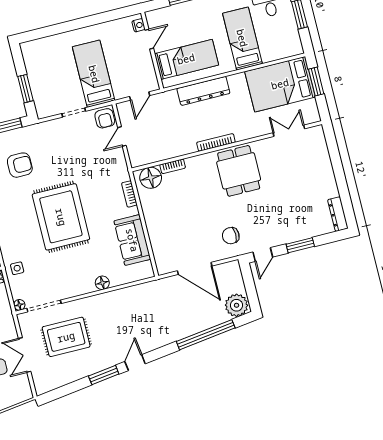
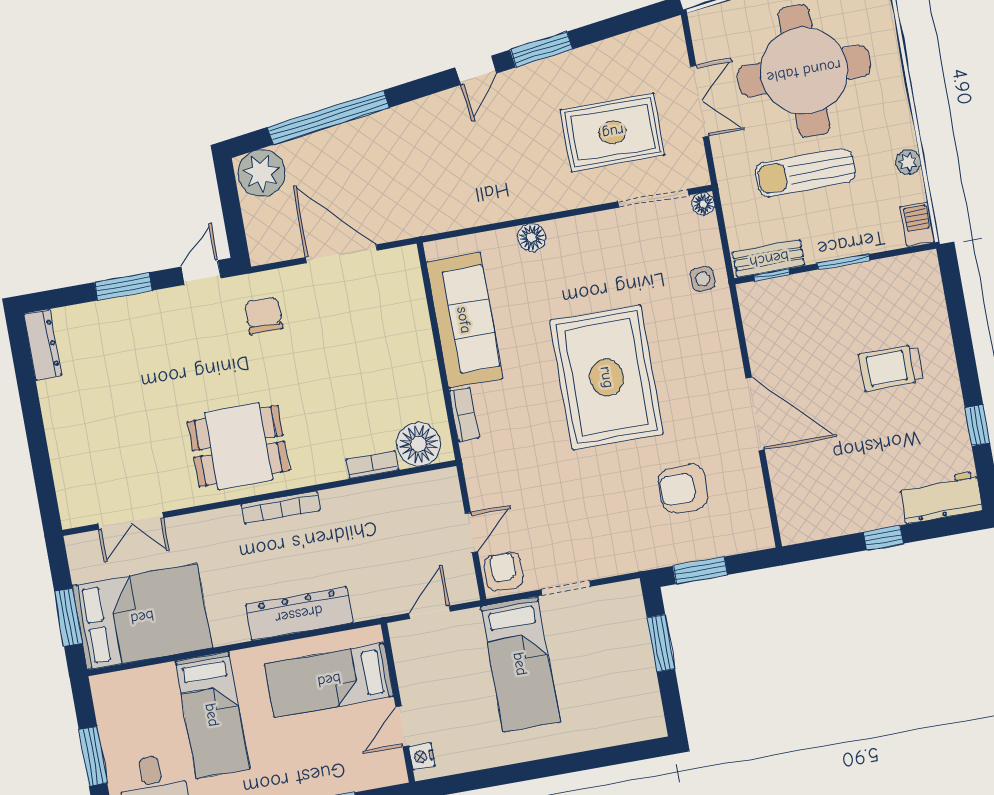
dining table: (239, 171) -> (238, 446), turned 90
chair: (231, 236) -> (264, 315), turned -90
sofa: (132, 240) -> (464, 320), width x1.36

